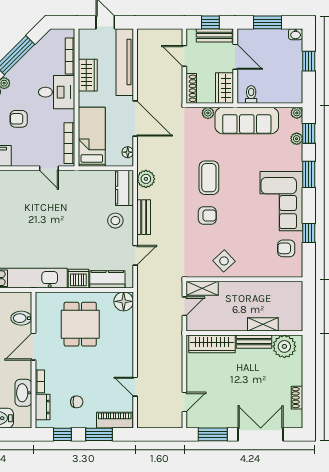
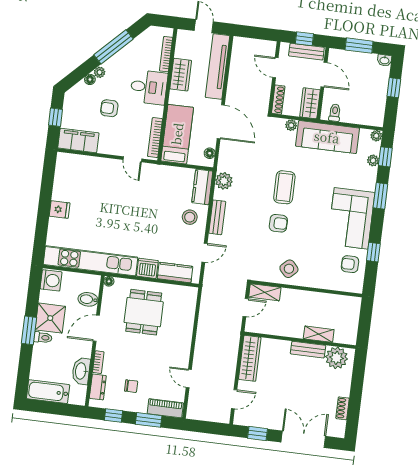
floor lamp: (124, 301) -> (109, 281), moved, width x0.53, depth x0.53
wardrobe: (212, 344) -> (250, 358), moved, turned -90
window: (213, 434) -> (257, 433), width x0.67

